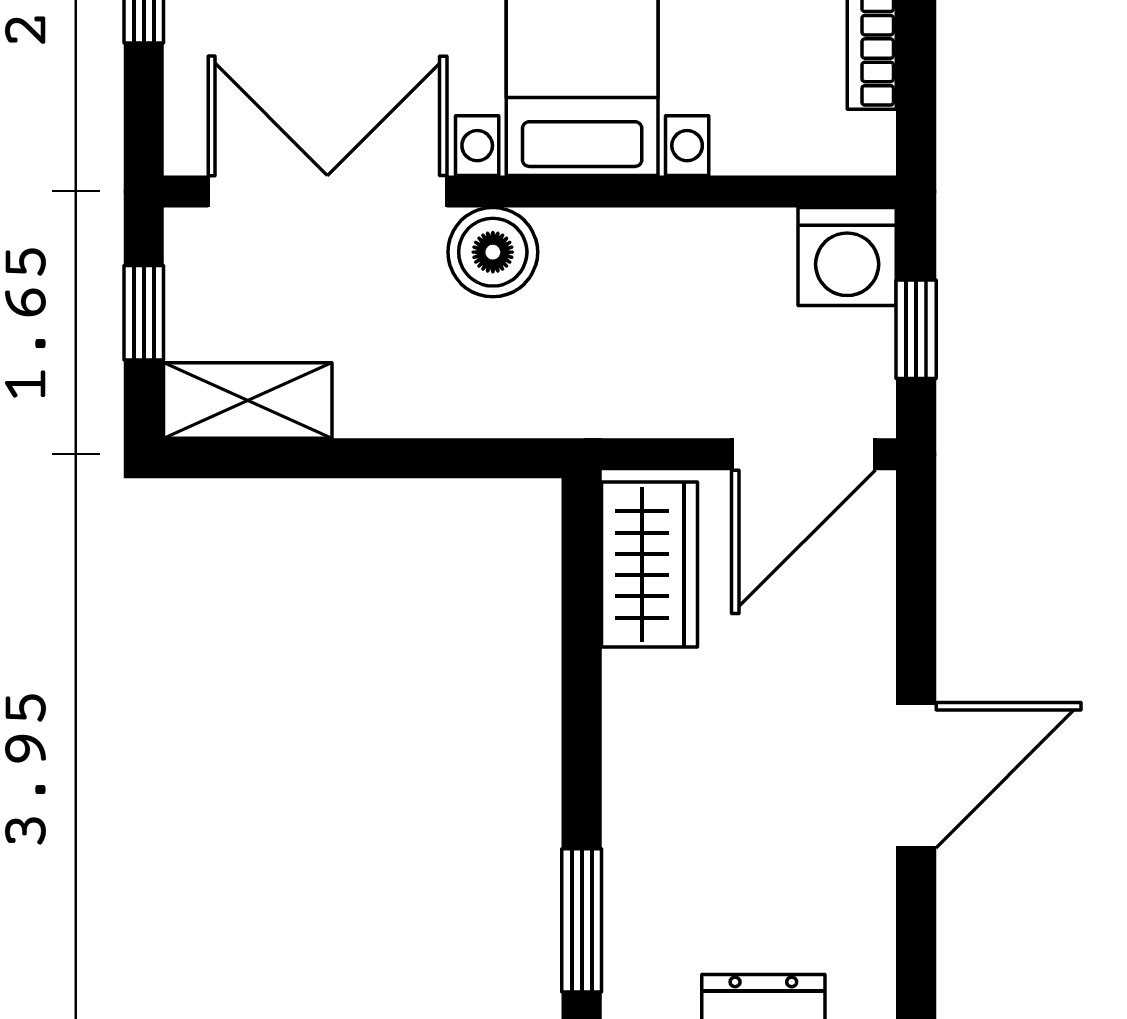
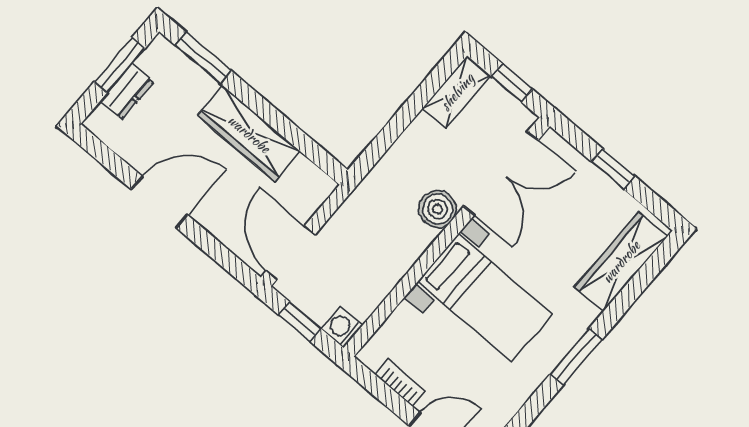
washing machine: (847, 256) -> (342, 327), width x0.73, depth x0.73
wardrobe: (649, 564) -> (249, 134), moved, width x1.50
door: (916, 775) -> (159, 202), swing flipped

